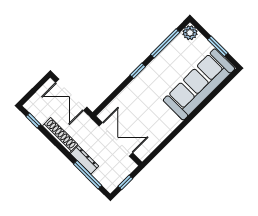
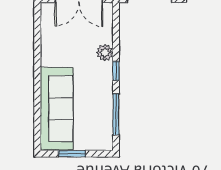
plant: (190, 33) -> (105, 53), moved

